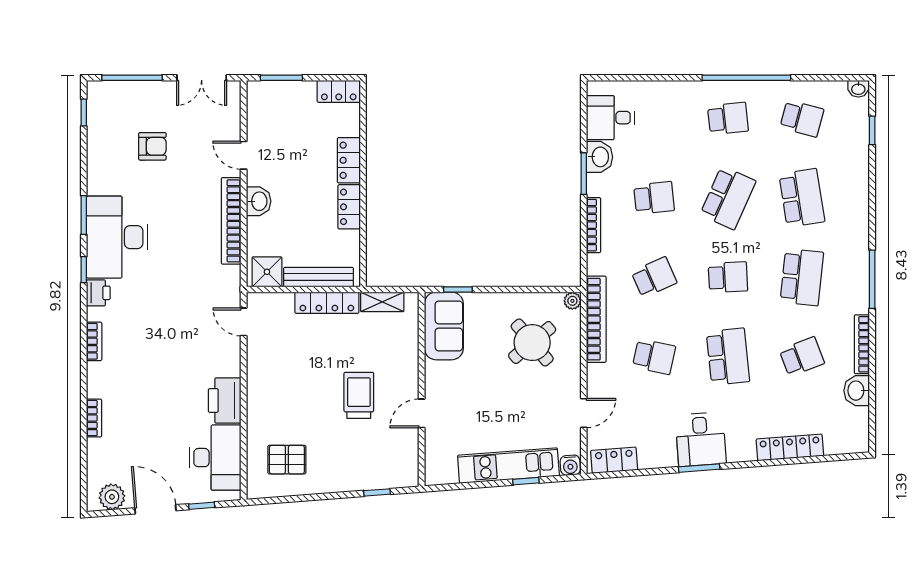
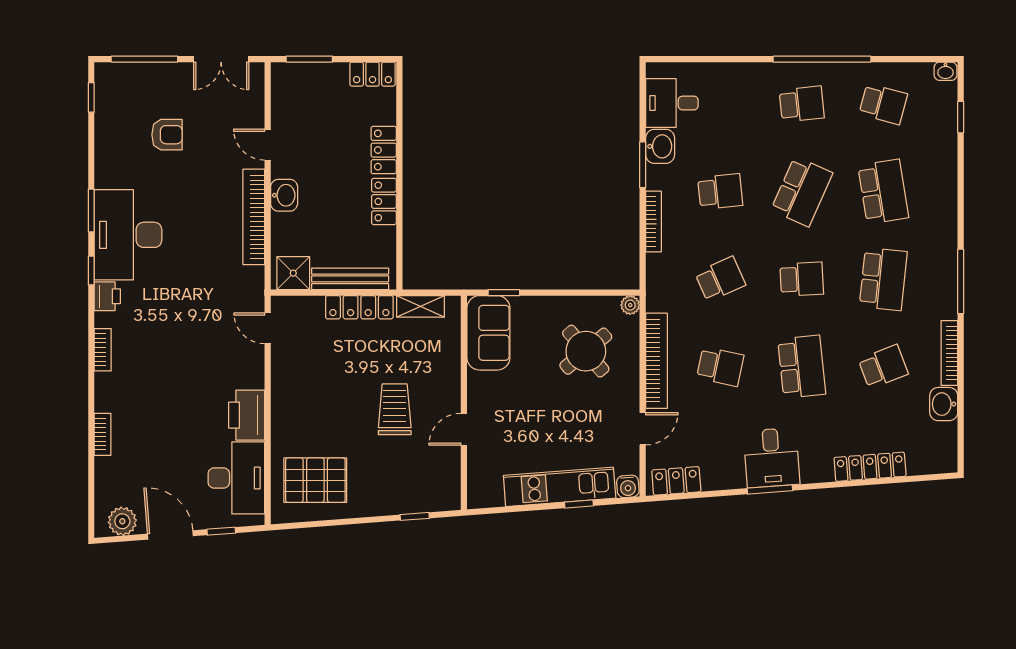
bookcase: (596, 319) -> (657, 361), moved
pallet: (287, 460) -> (315, 480), width x1.50, depth x1.42

